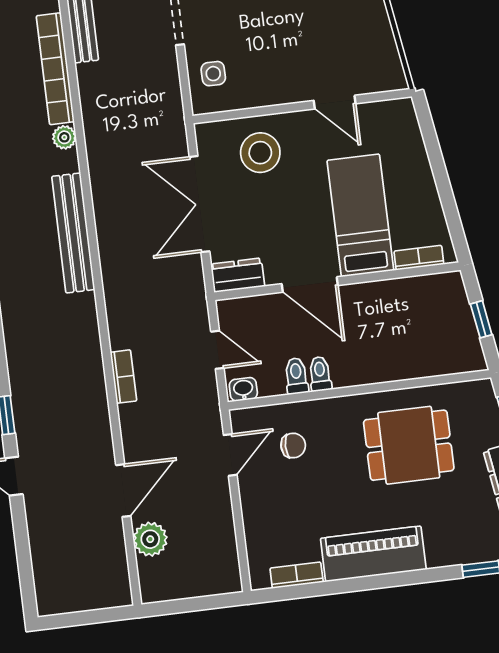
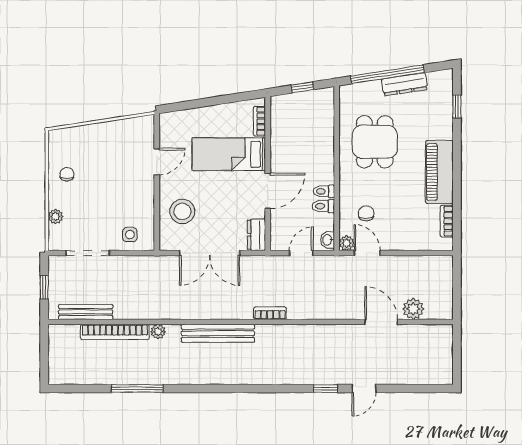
bookcase: (123, 377) -> (270, 313), moved
plant: (242, 420) -> (347, 243), added

